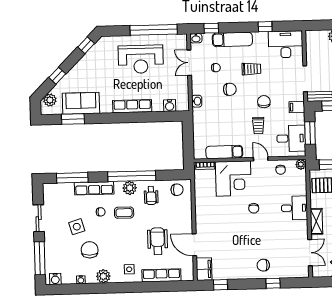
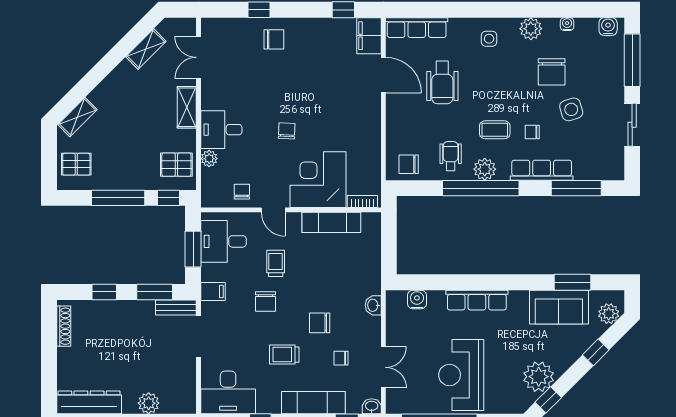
reception desk: (141, 59) -> (461, 375), turned -90
plant: (92, 60) -> (539, 377), added
plant: (301, 164) -> (209, 159), moved
row of seats: (161, 275) -> (417, 28), moved

